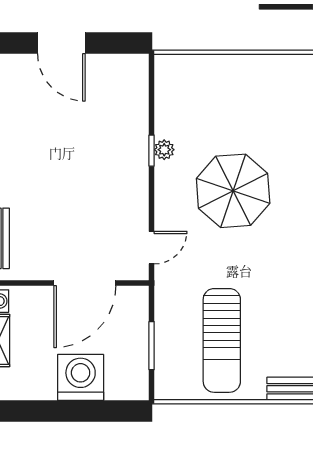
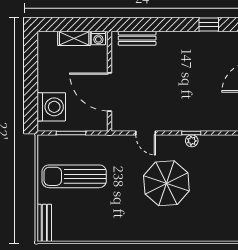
door: (152, 248) -> (146, 133), moved
washing machine: (81, 377) -> (51, 107), moved

